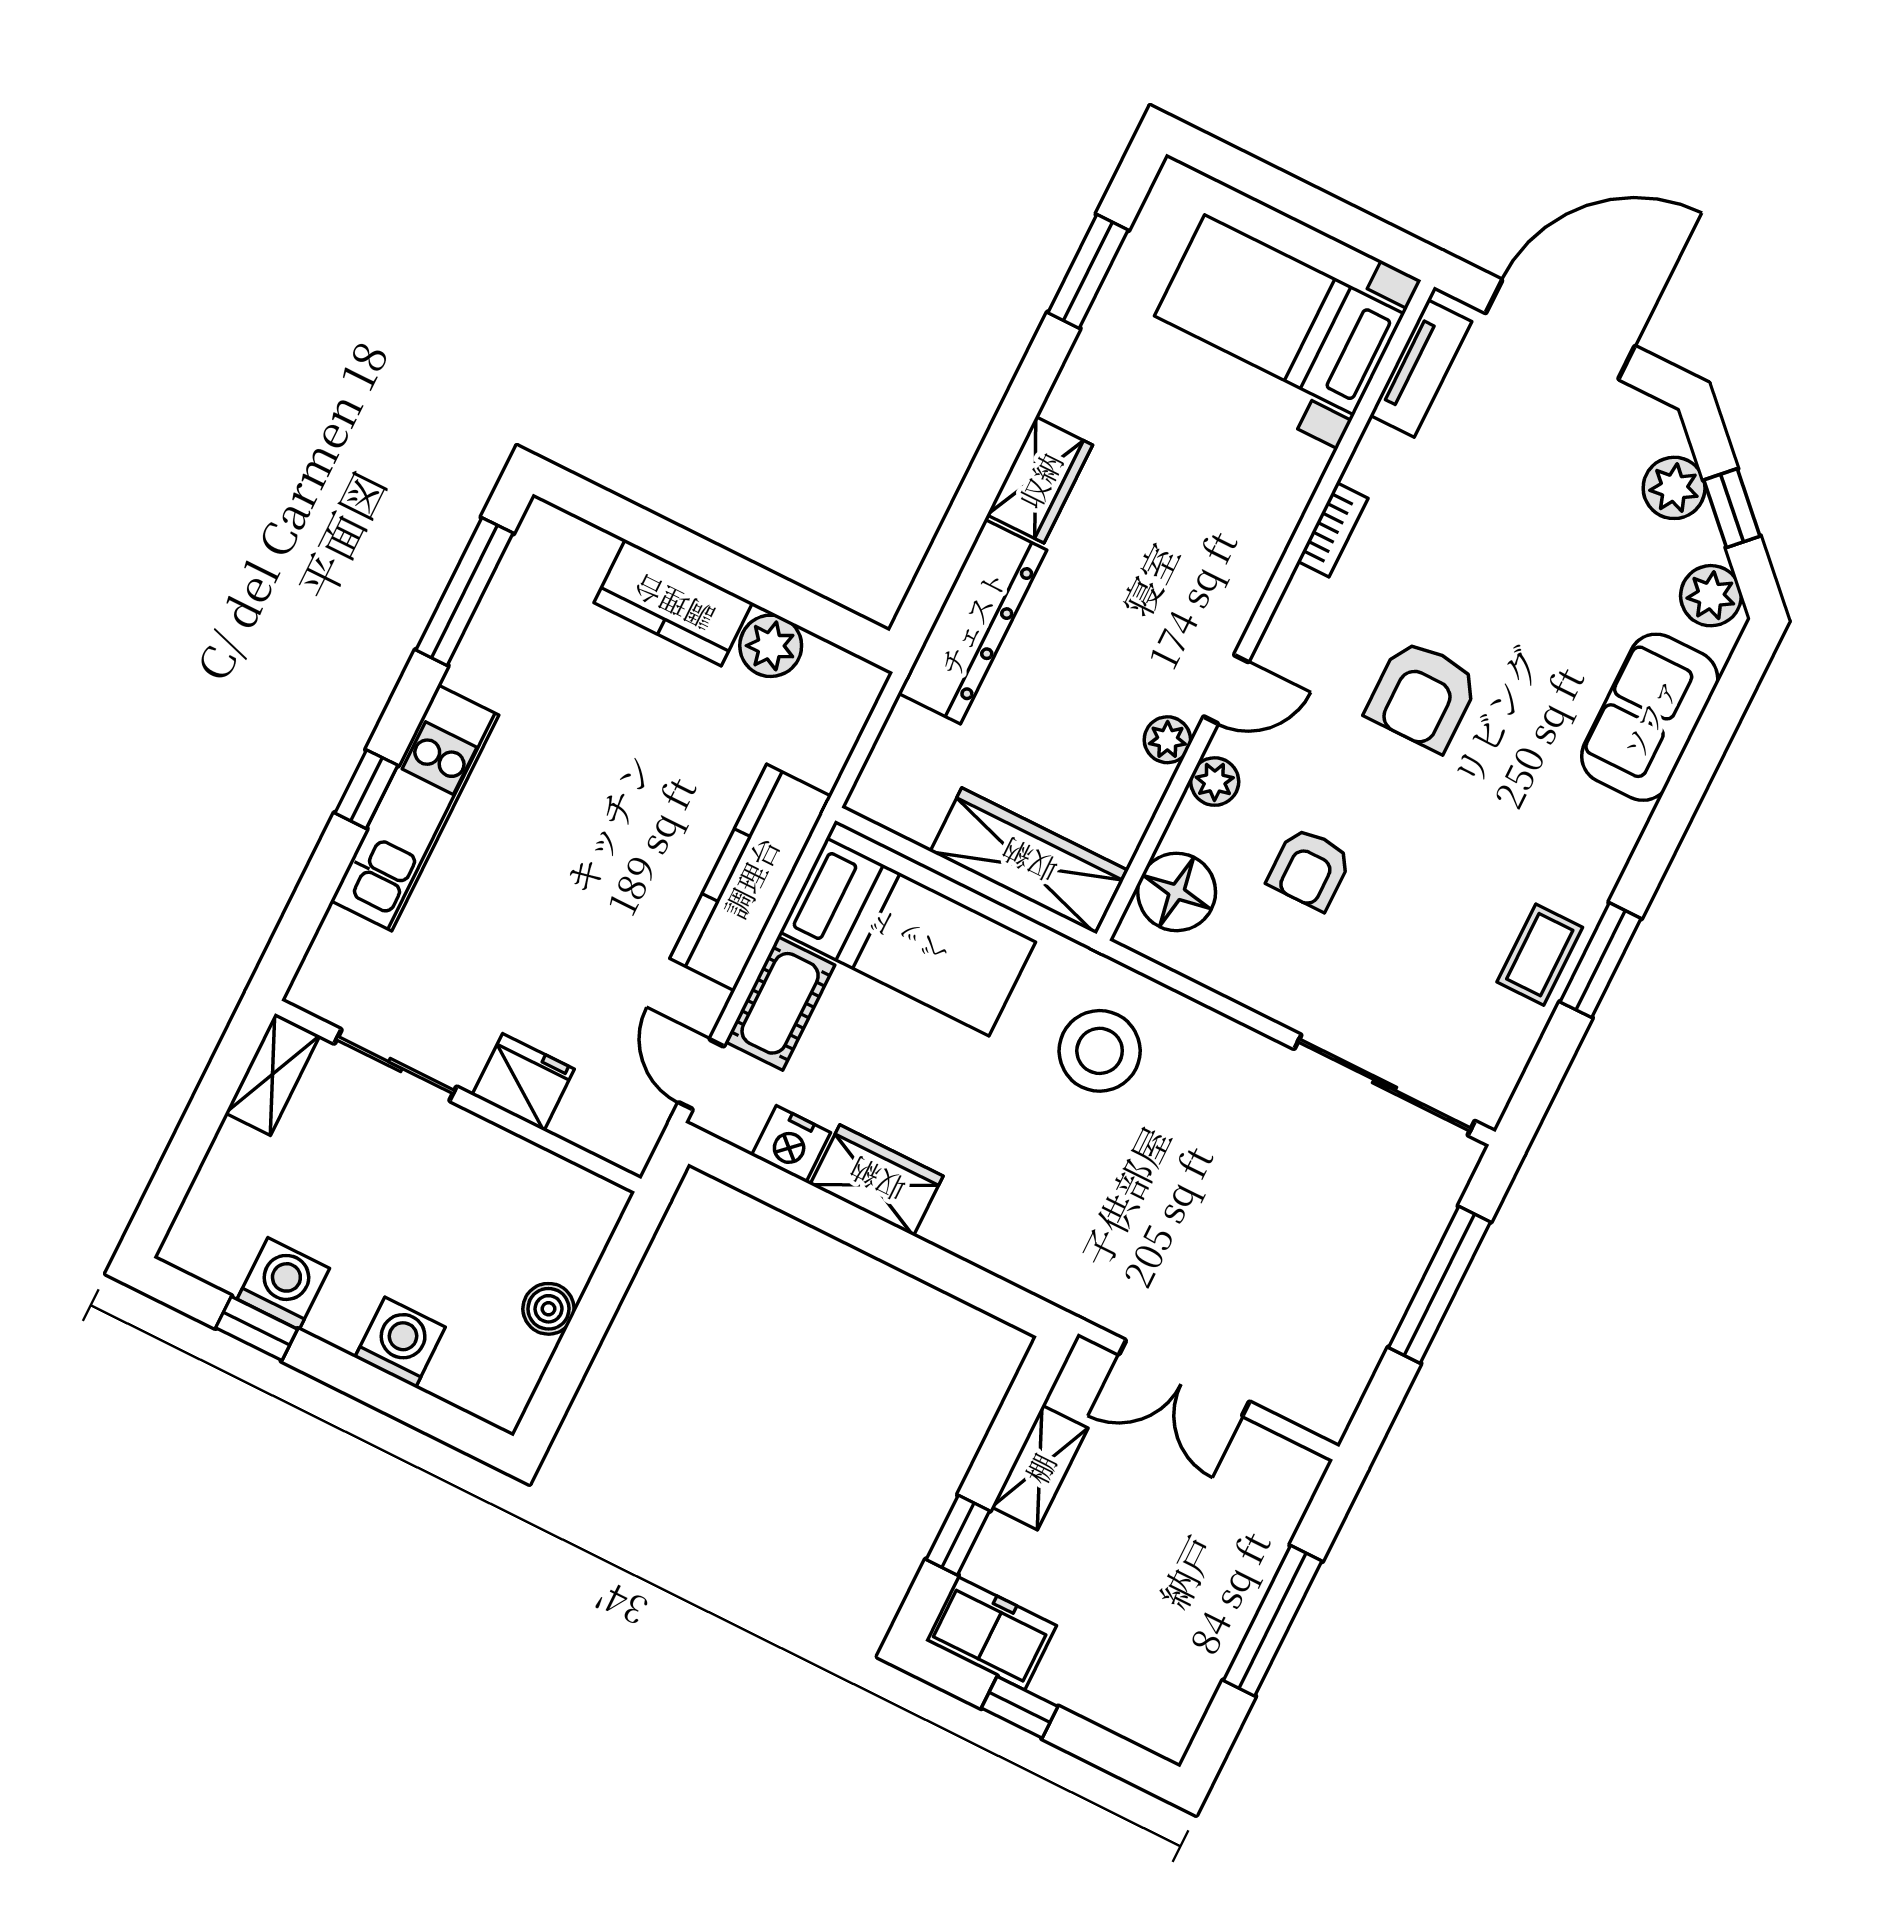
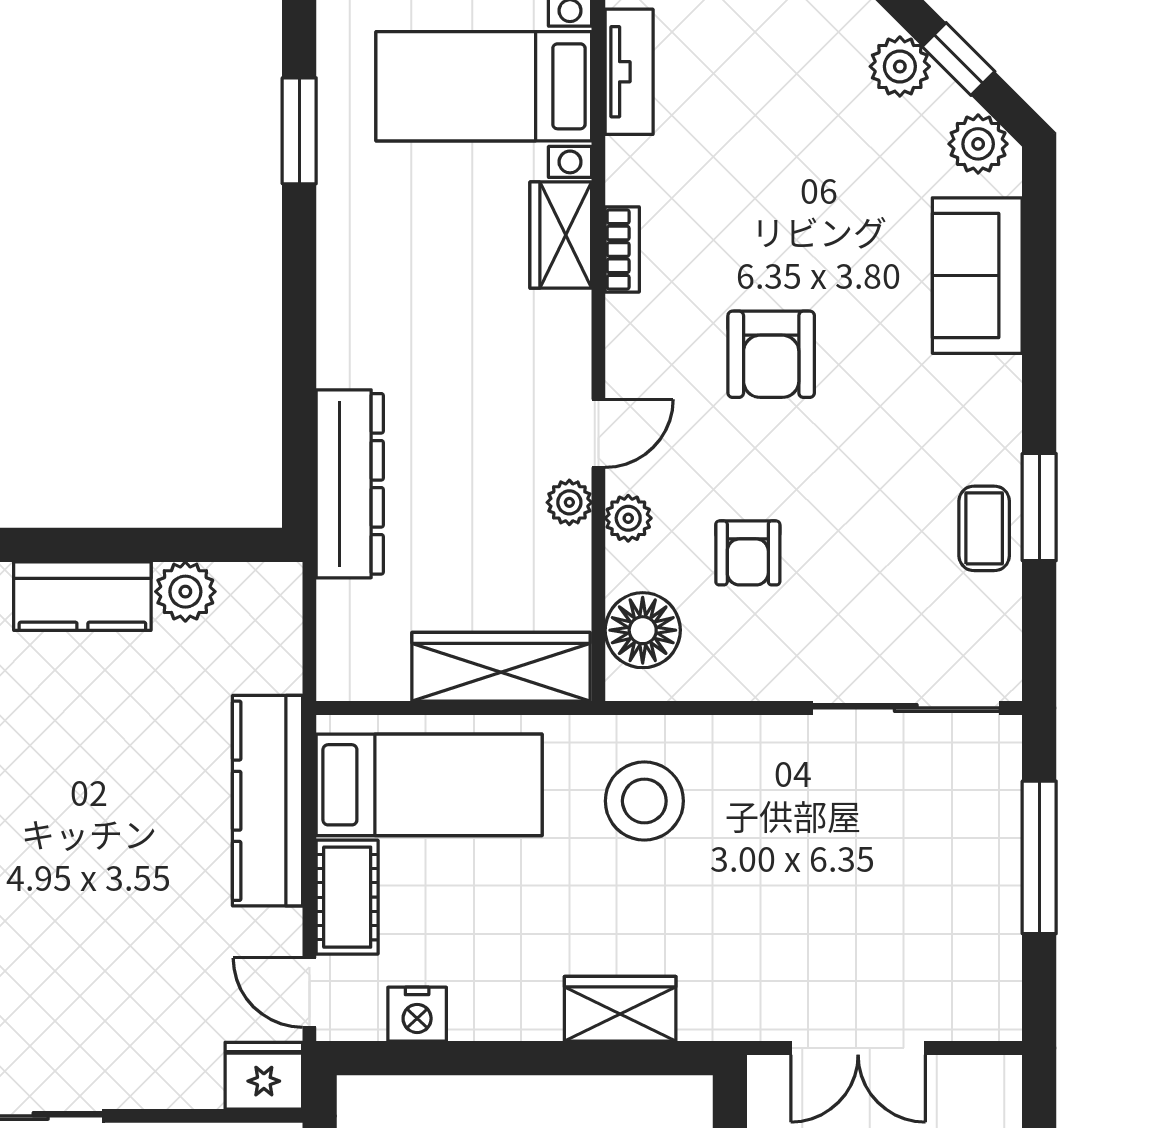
wardrobe: (1040, 480) -> (561, 235), moved, turned 180
fridge: (523, 1082) -> (264, 1076), moved
wardrobe: (877, 1180) -> (620, 1009), moved

